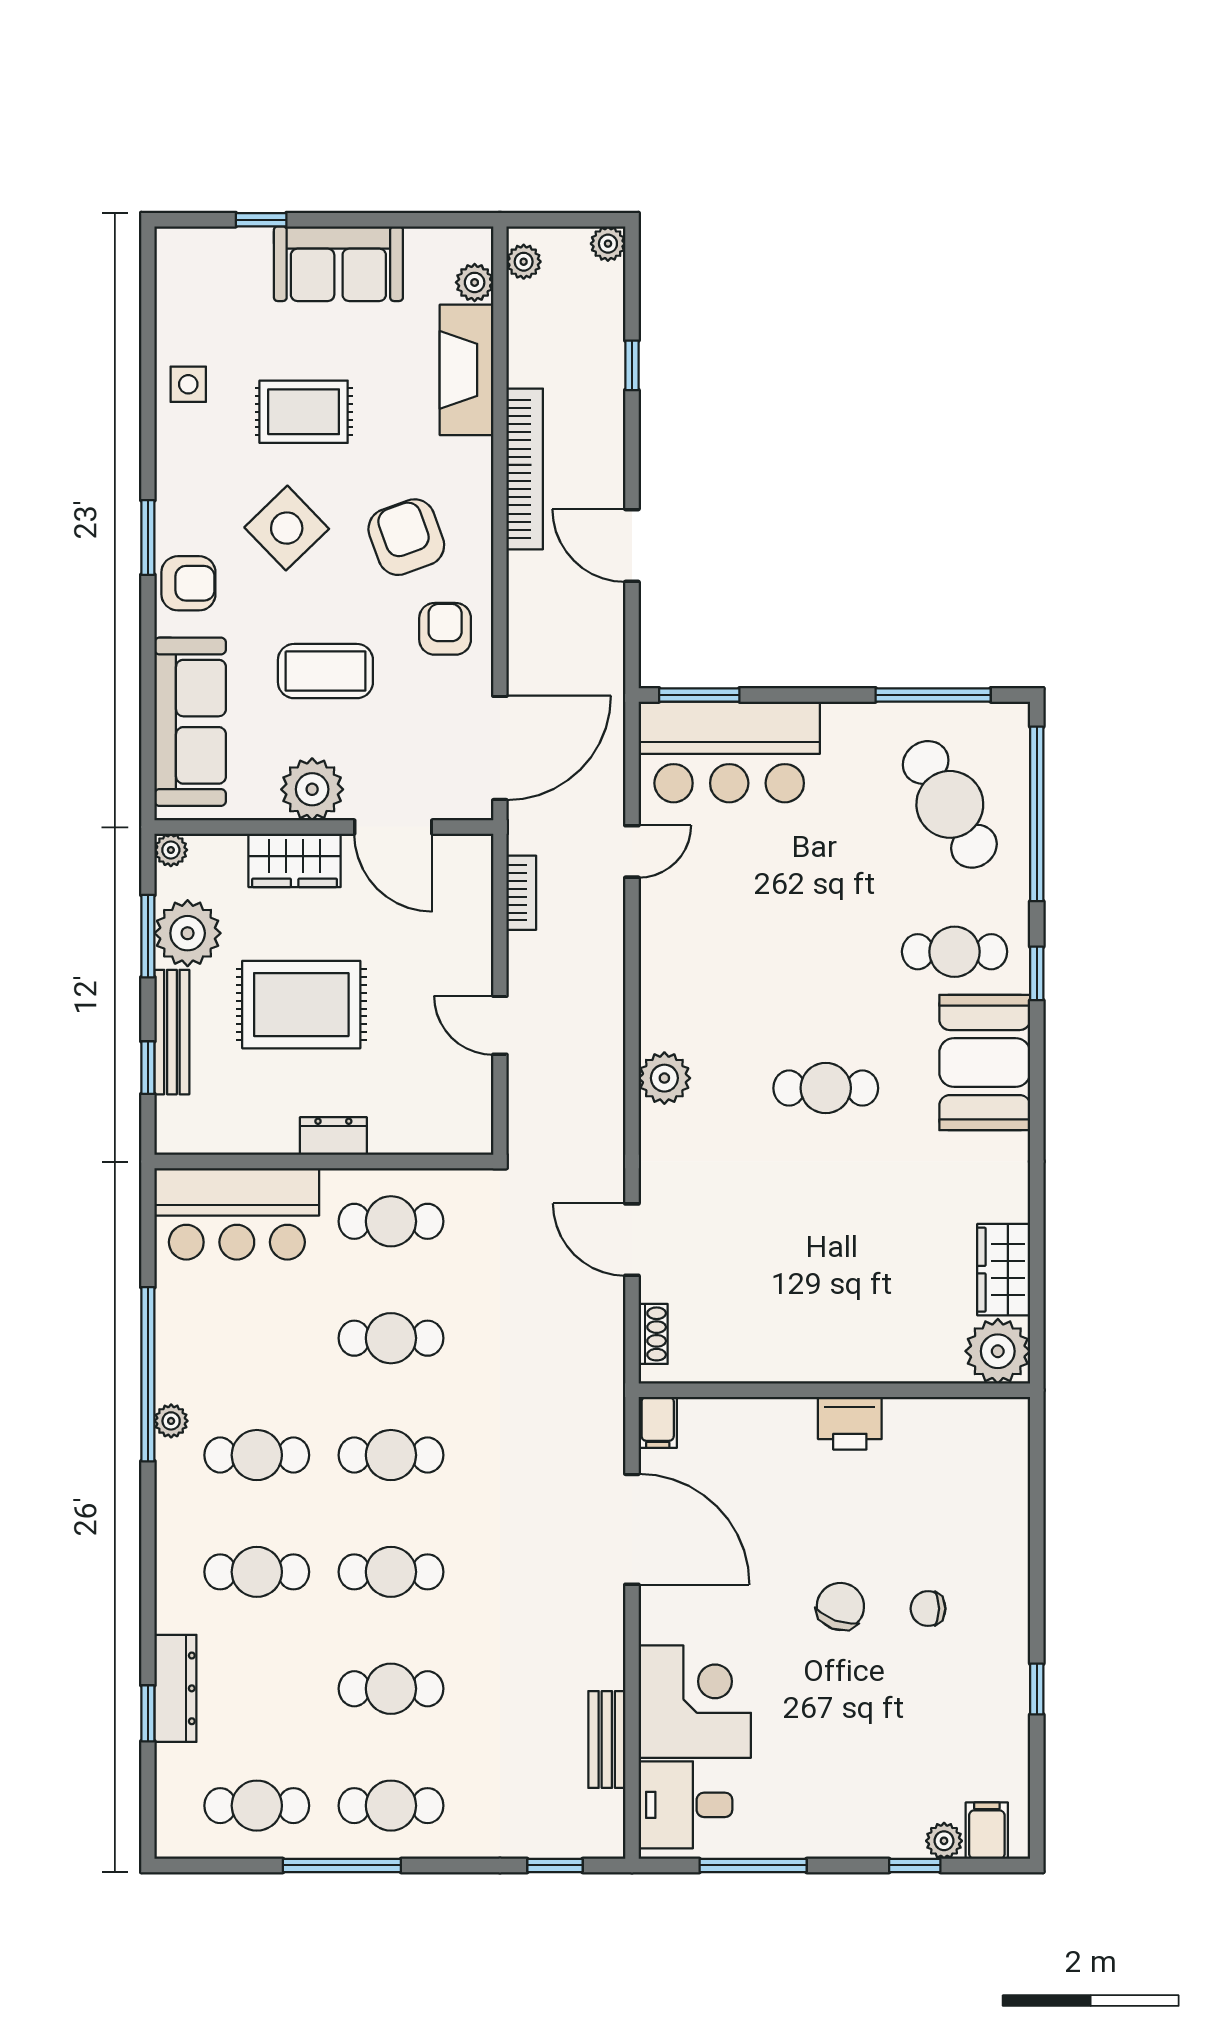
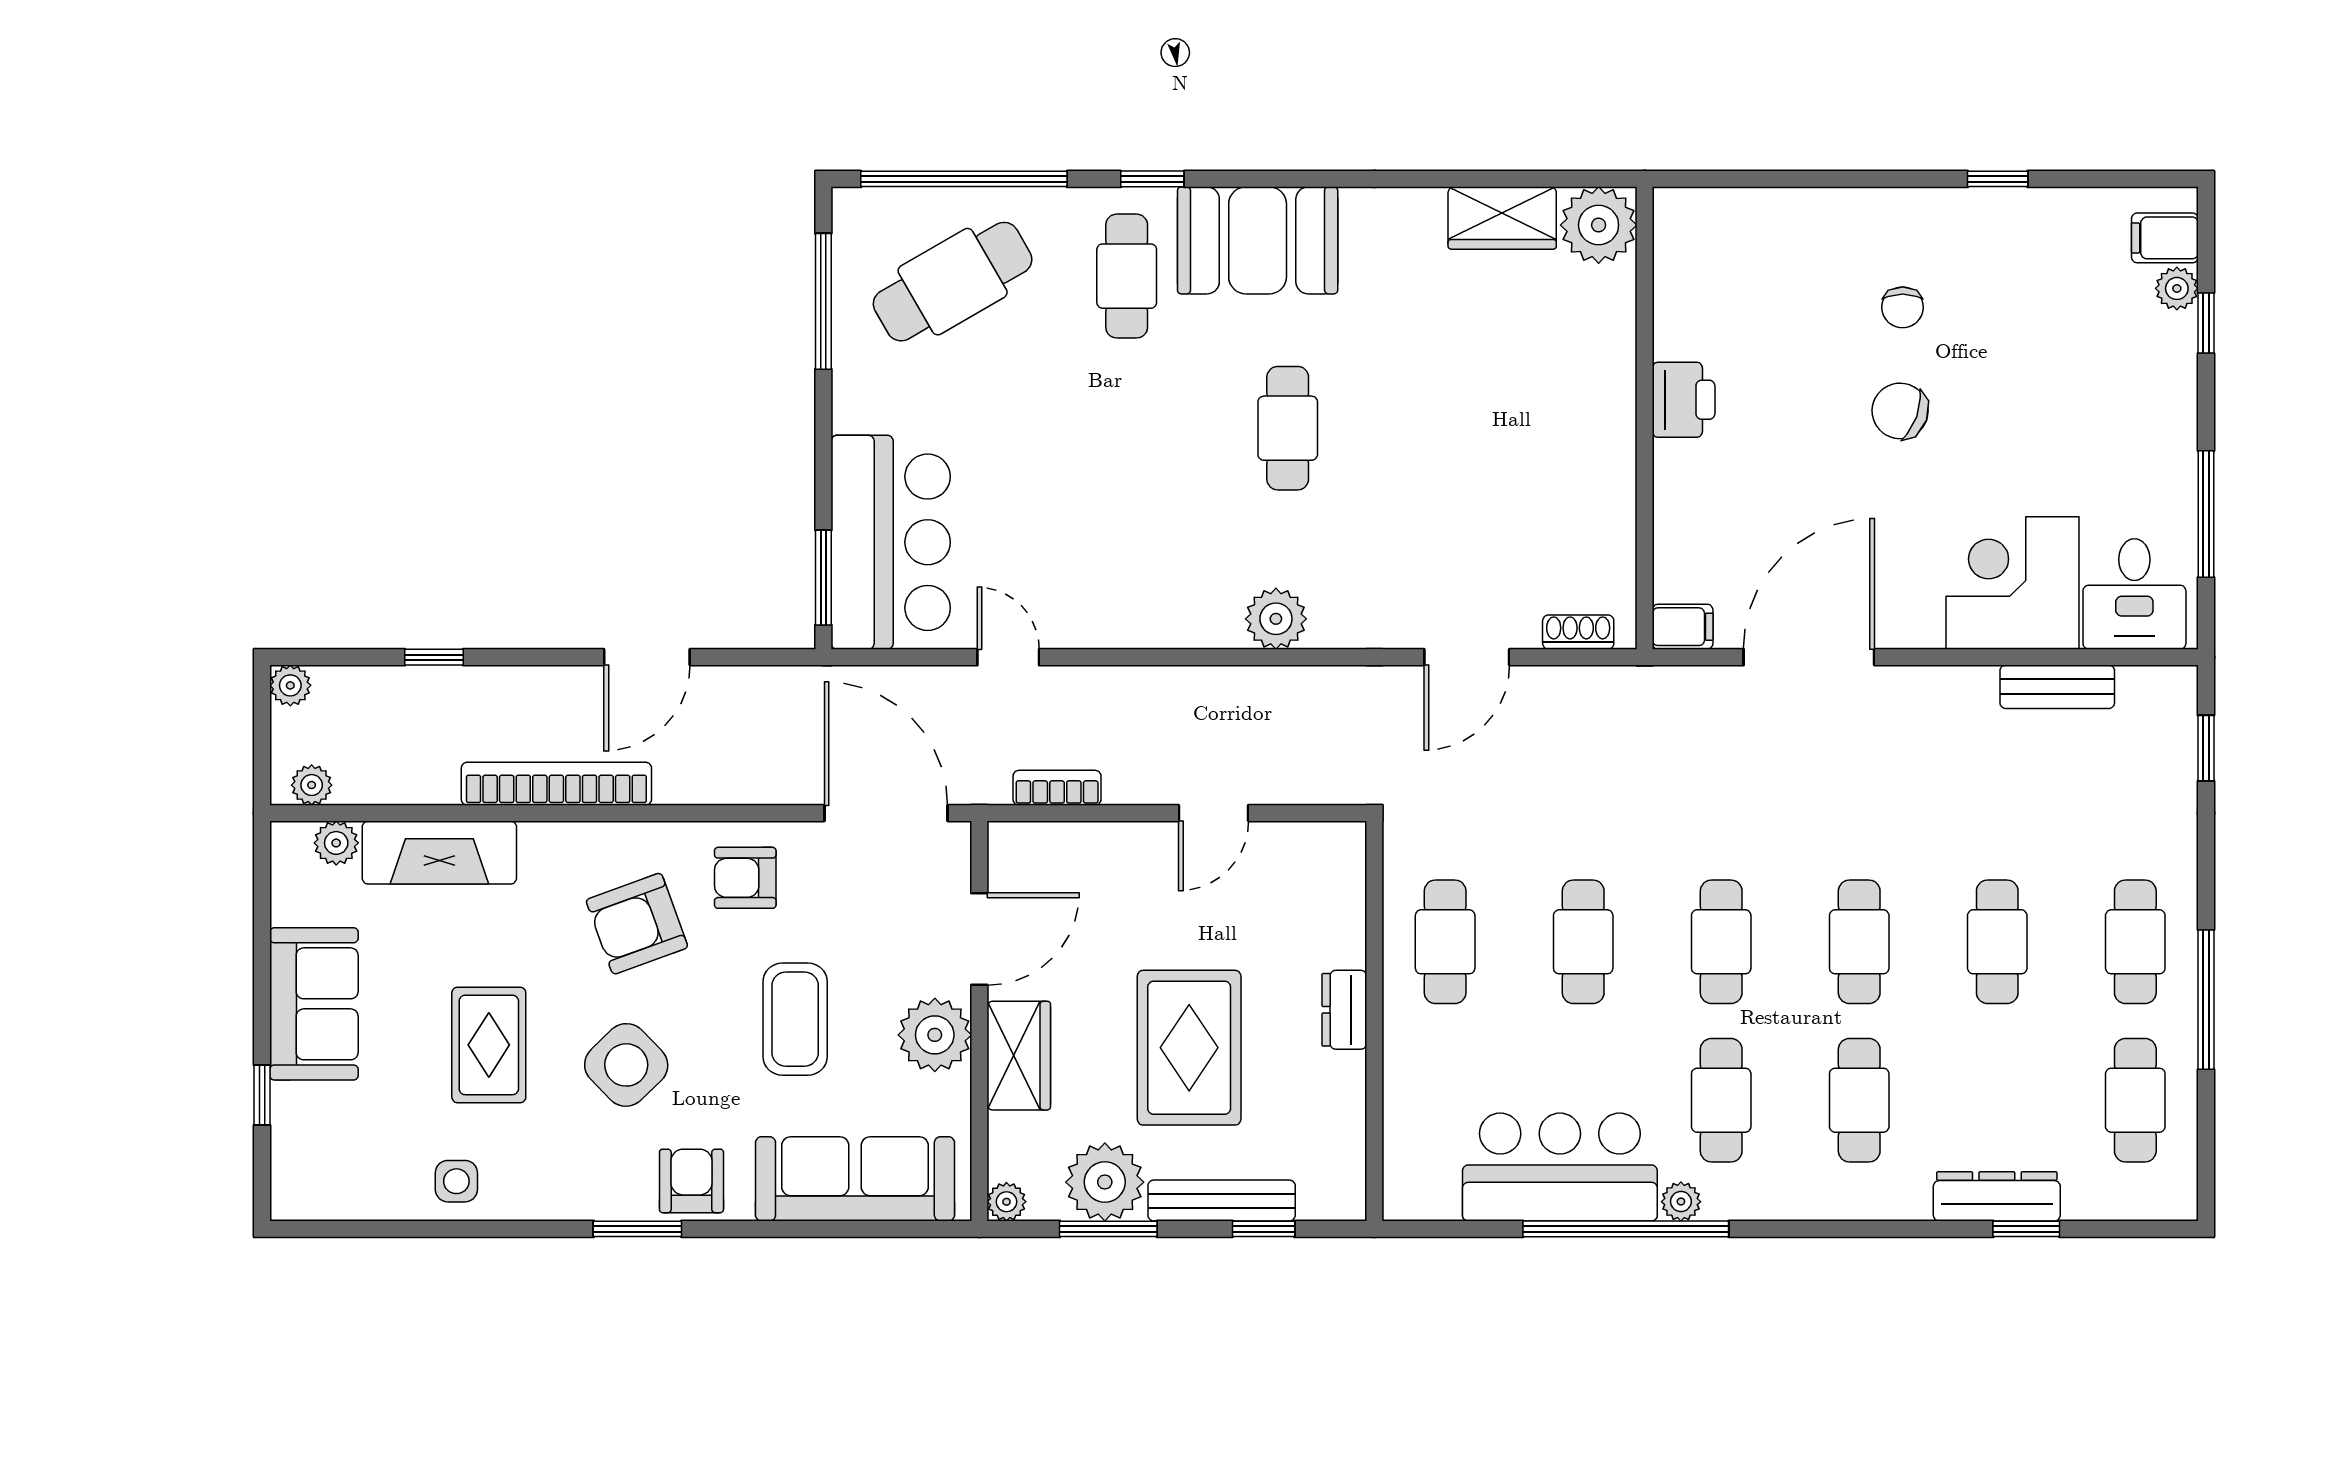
bar counter: (237, 1214) -> (1560, 1167), moved, turned -90

